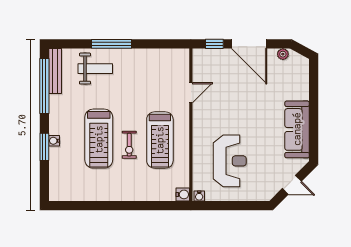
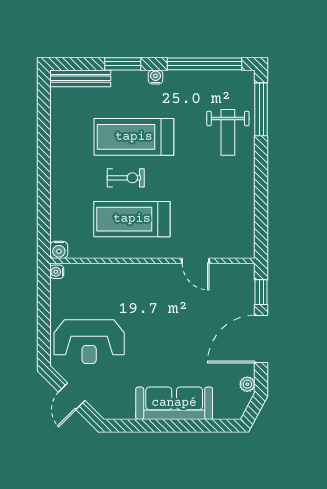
window: (111, 44) -> (261, 109), moved
bench: (55, 71) -> (80, 78), moved
sofa: (297, 129) -> (174, 403), moved
water cooler: (54, 141) -> (156, 77), moved
exercise bike: (129, 145) -> (126, 178), turned 180
reception desk: (230, 161) -> (89, 342), moved

